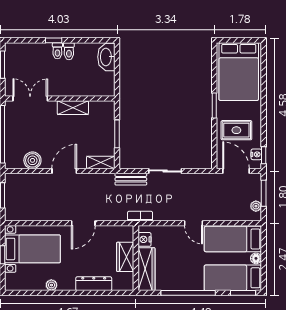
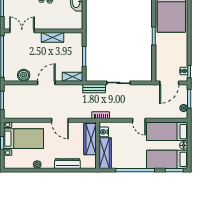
rug: (236, 130) -> (170, 54), removed
door: (236, 171) -> (169, 83), swing flipped
door: (83, 223) -> (60, 120), hinge flipped
wardrobe: (125, 257) -> (90, 139), width x1.50

